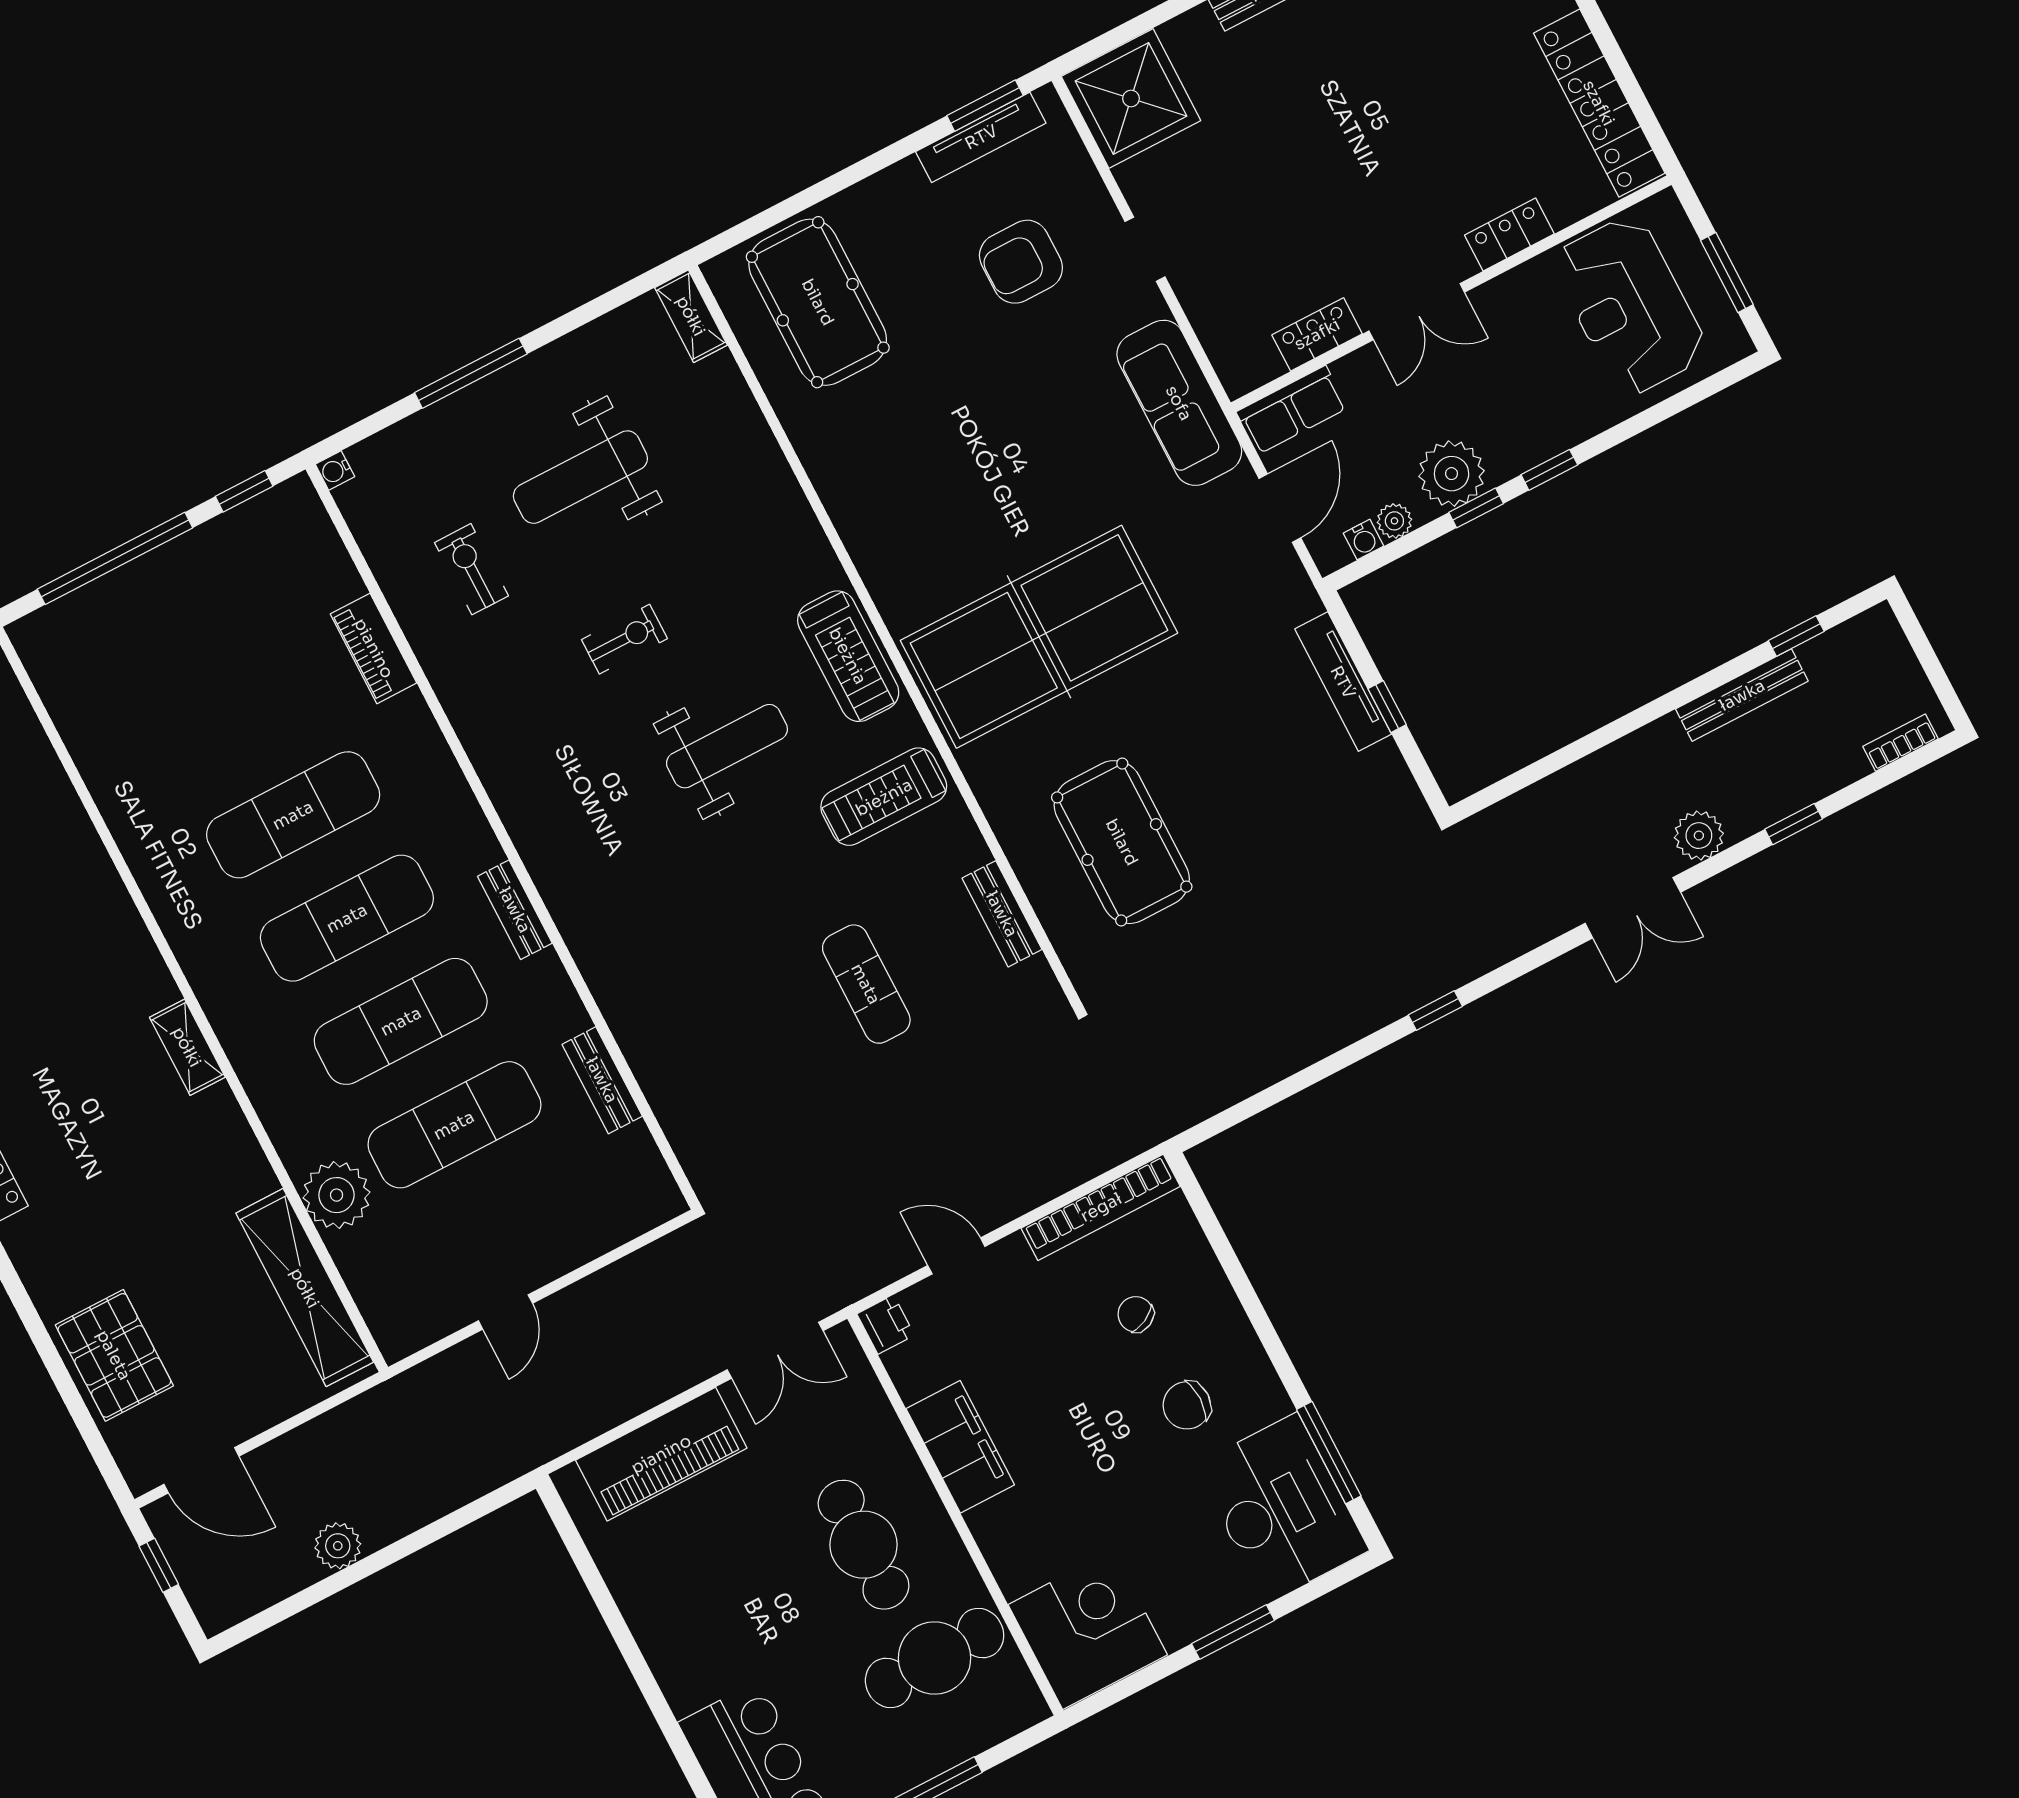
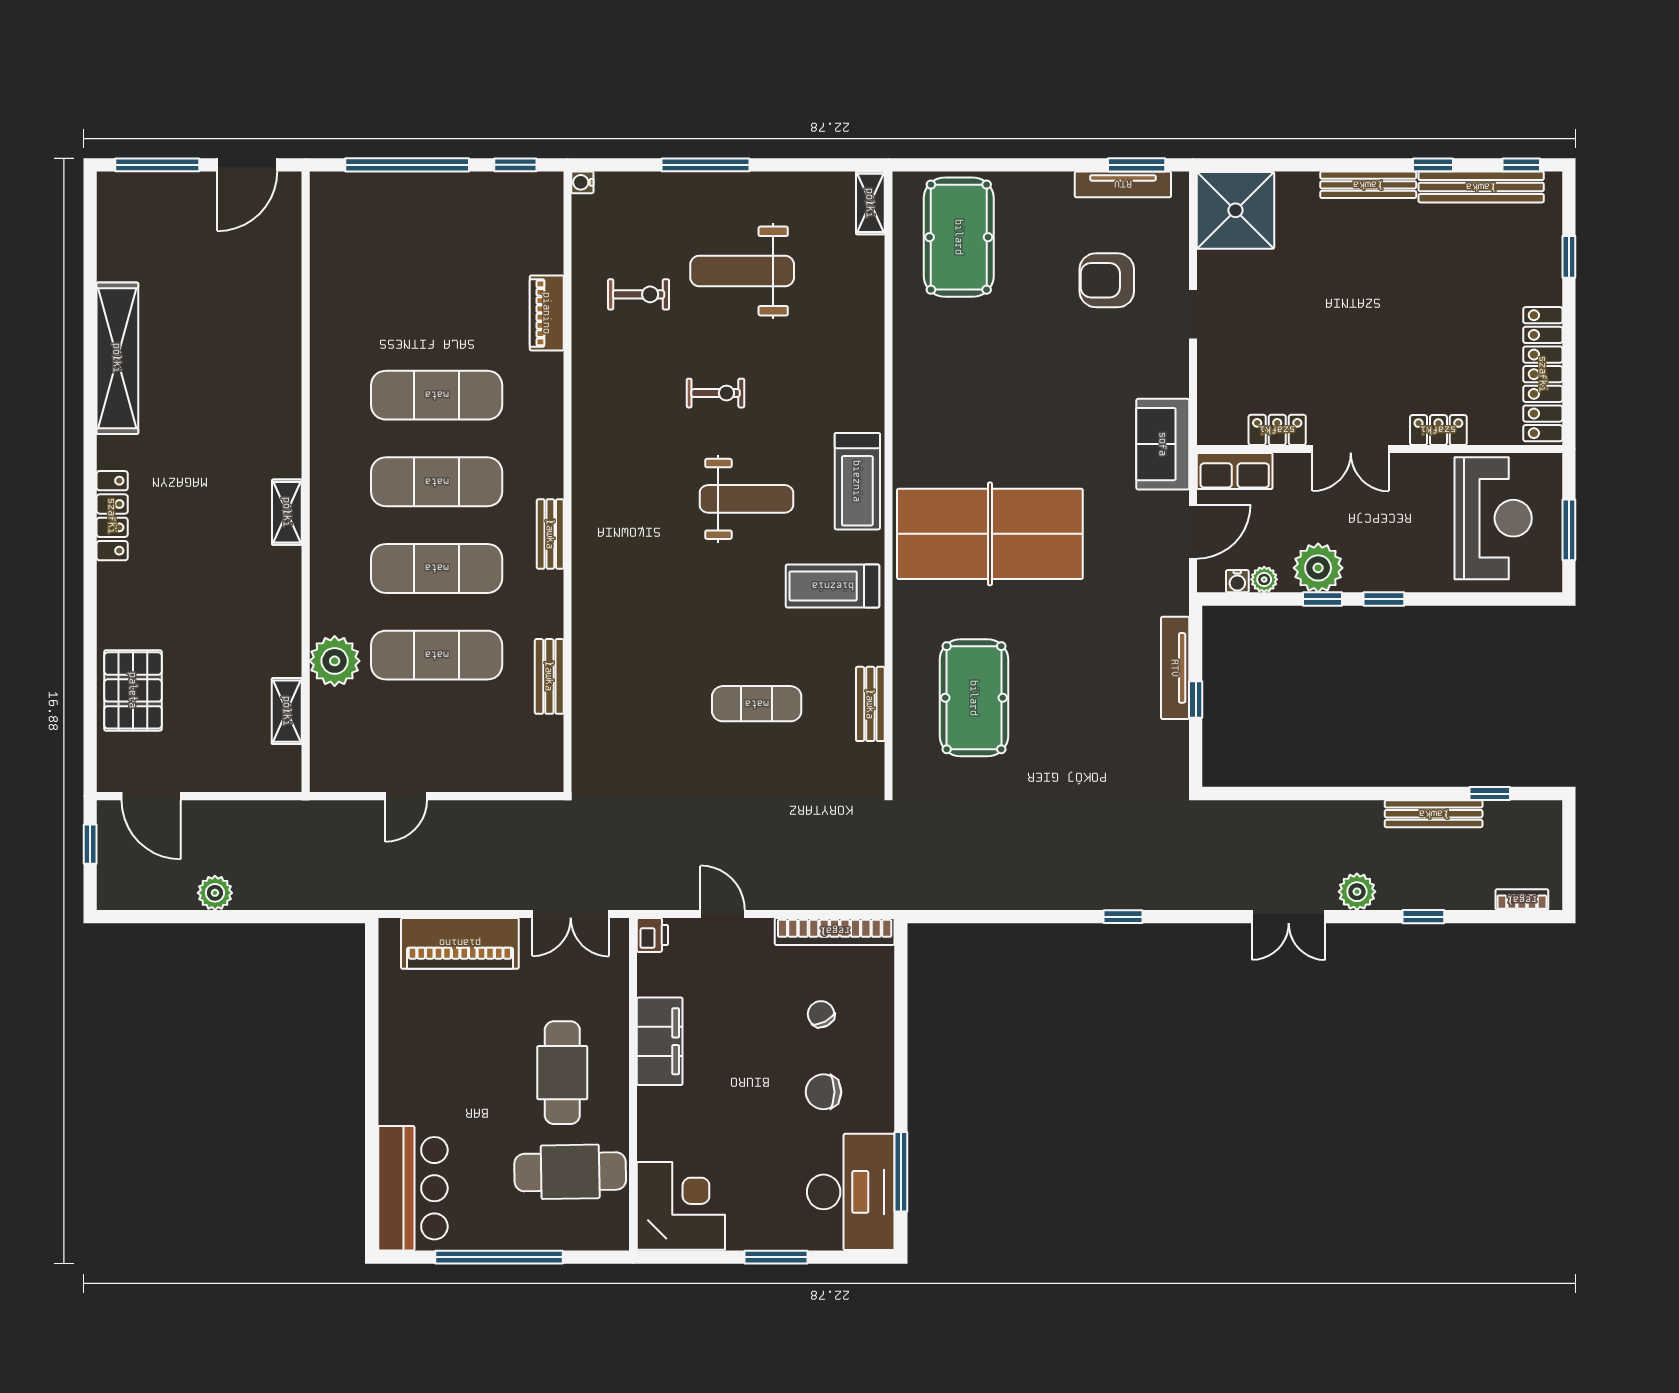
reception desk: (1630, 306) -> (1493, 518), turned 180
sofa: (1179, 403) -> (1163, 444), width x0.73
exercise bike: (471, 569) -> (639, 294), turned 90
exercise mat: (866, 984) -> (757, 704), turned 90
shelving: (305, 1288) -> (287, 711), width x0.45, depth x0.75

